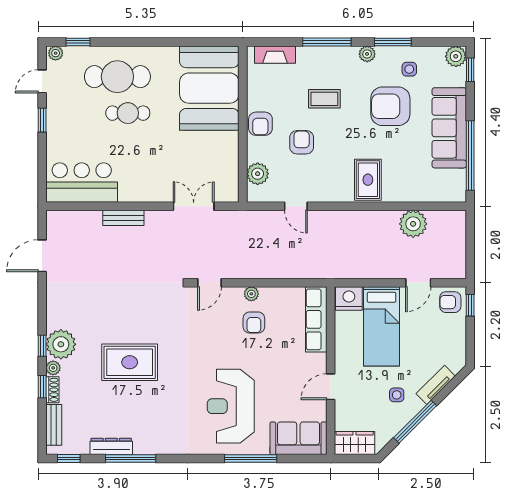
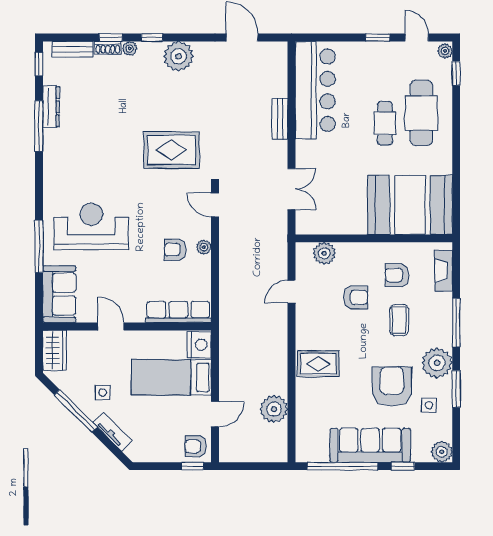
plant: (367, 54) -> (437, 363), width x1.87, depth x1.87
window: (470, 70) -> (403, 466), moved
armchair: (260, 124) -> (397, 275), moved
bar counter: (82, 183) -> (315, 90), width x1.36
door: (418, 283) -> (215, 414), swing flipped
armchair: (450, 302) -> (196, 446), turned -90
plant: (61, 344) -> (179, 56), moved
rug: (130, 362) -> (172, 150), moved, turned 90

